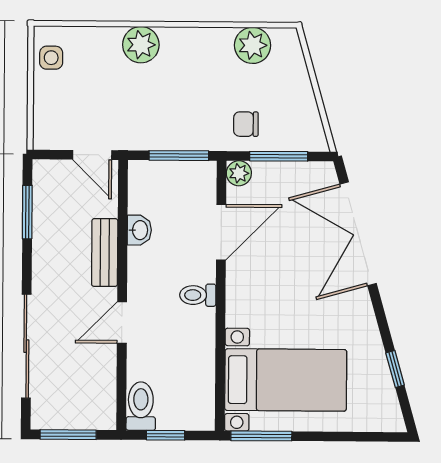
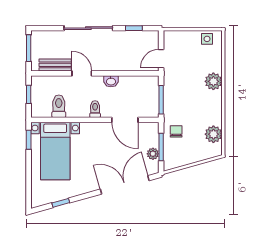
plant: (239, 173) -> (153, 154), moved
window: (27, 212) -> (134, 28), width x0.67
washbasin: (139, 230) -> (111, 81), moved
bench: (105, 253) -> (55, 65), moved
sliding door: (26, 346) -> (88, 28), moved
toilet: (141, 406) -> (59, 106), moved, turned -90
window: (261, 436) -> (29, 140), width x0.67

